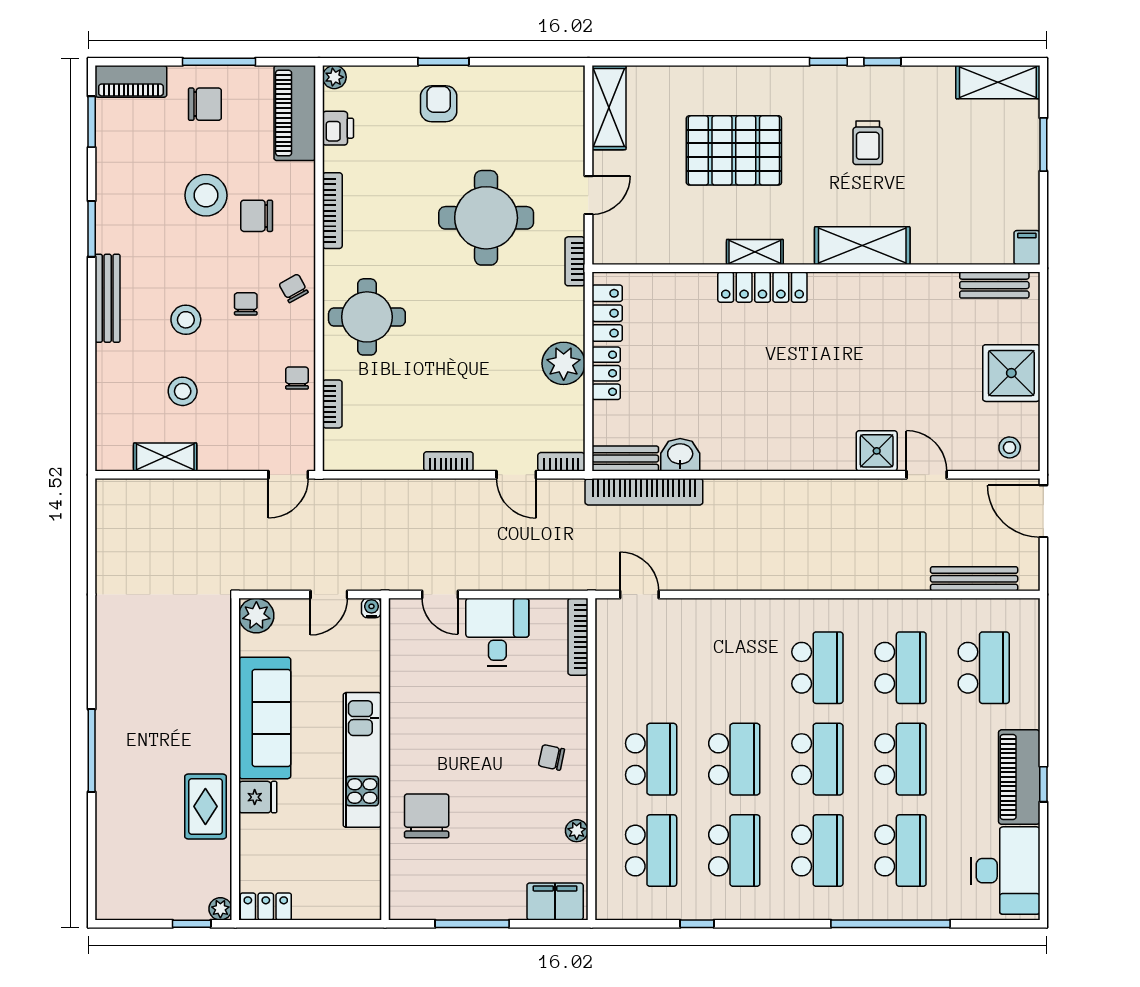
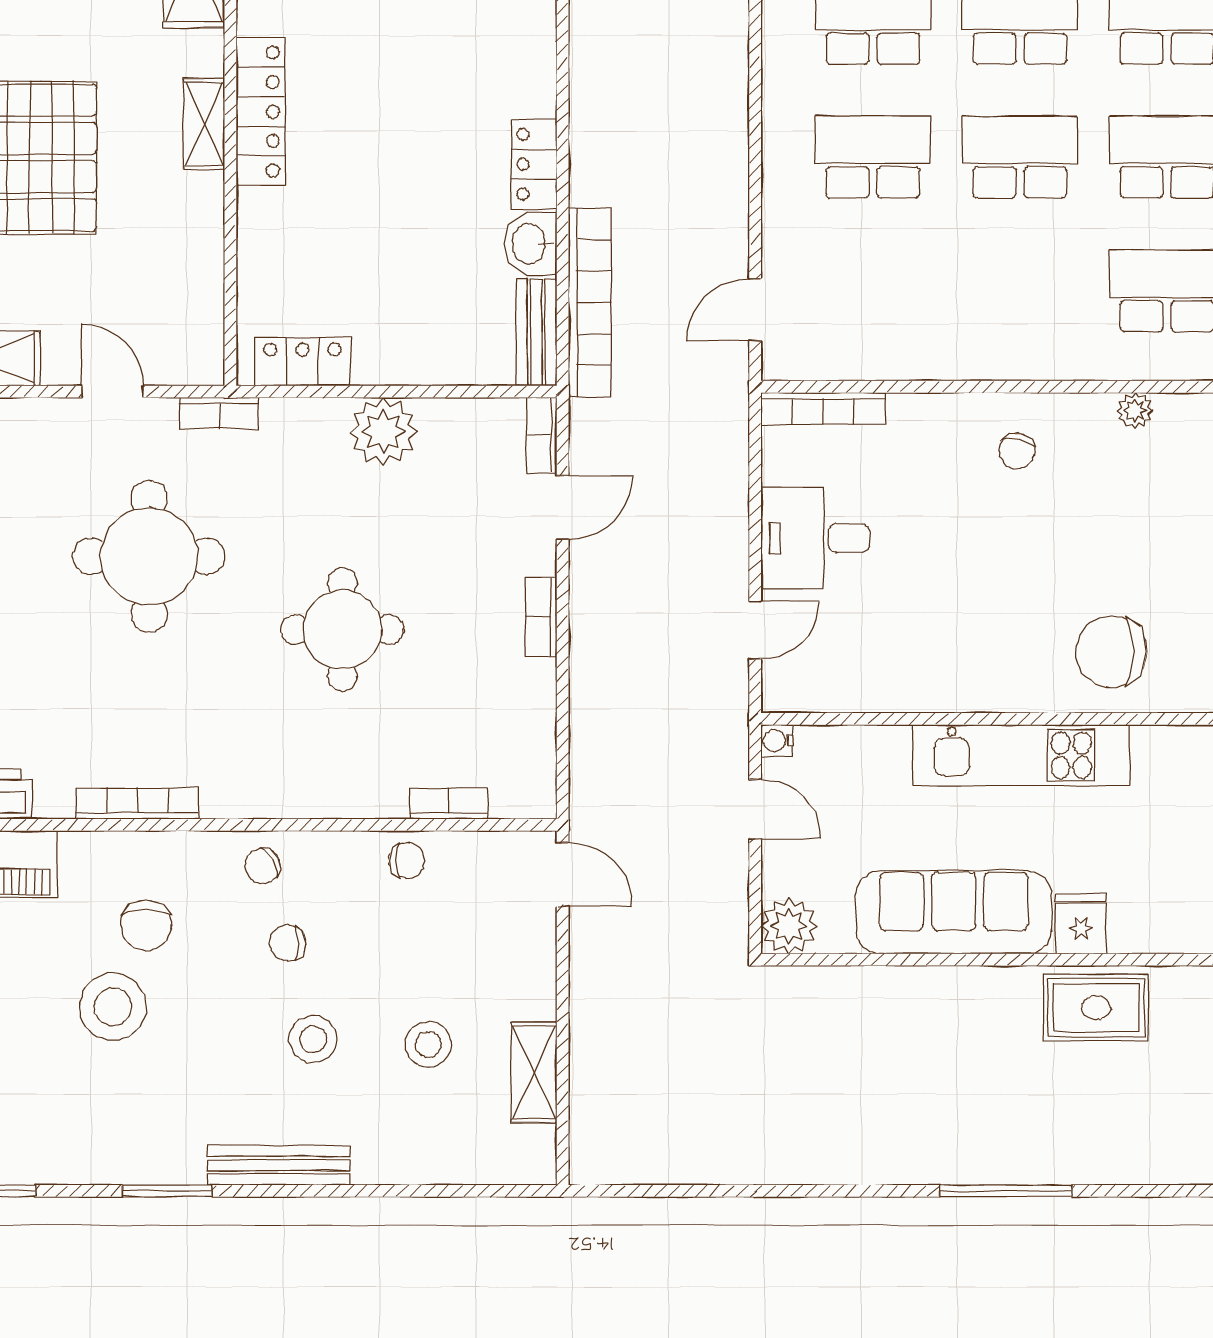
round table: (367, 317) -> (342, 630), moved
locker: (606, 373) -> (534, 164), moved, turned -90
chair: (297, 378) -> (407, 860), turned 180
school desk: (651, 759) -> (873, 157), moved

